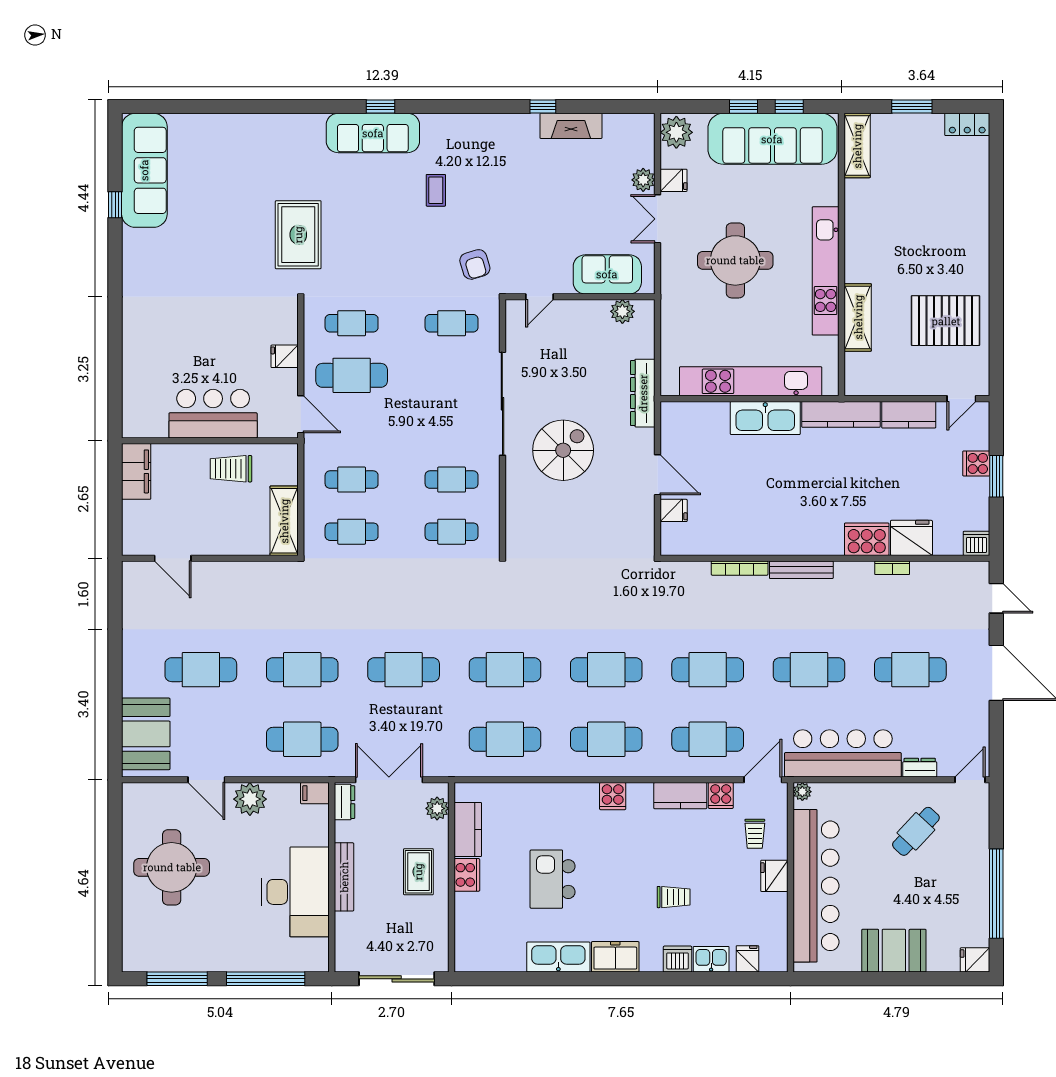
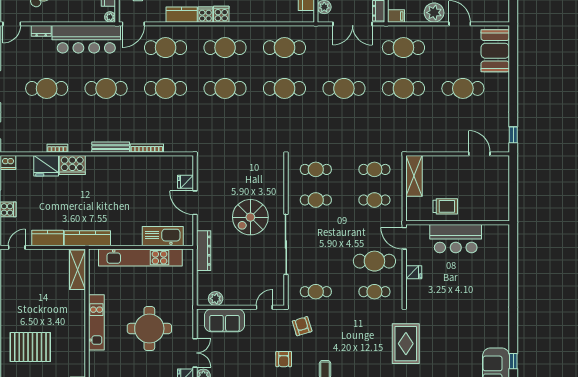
armchair: (506, 208) -> (284, 359), added
kitchen unit: (826, 271) -> (96, 322), width x0.73
shelving: (858, 317) -> (78, 270), moved
pallet: (946, 321) -> (30, 347), moved
kitchen sink: (765, 418) -> (163, 236), moved
filing cabinet: (136, 471) -> (501, 205), removed
window: (115, 590) -> (513, 135), added
cooker: (721, 795) -> (205, 15), moved

